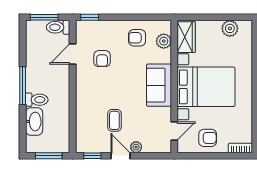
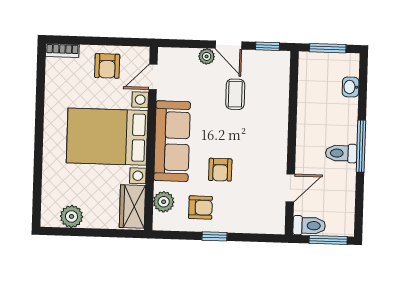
window: (90, 17) -> (215, 236), moved
armchair: (102, 59) -> (220, 170), moved, turned 180
sofa: (159, 85) -> (172, 141), width x1.36
toilet: (37, 100) -> (341, 153), moved
washbasin: (34, 122) -> (351, 87), width x0.52, depth x0.69
armchair: (208, 138) -> (107, 66), turned -90

